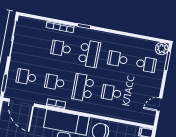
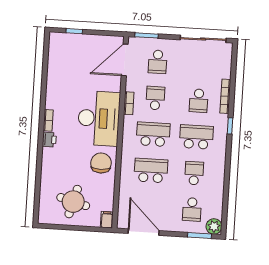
school desk: (61, 48) -> (199, 101), turned 180
school desk: (89, 54) -> (196, 137), turned 180
school desk: (26, 77) -> (158, 62), turned 180
school desk: (111, 93) -> (151, 171), width x1.85
door: (159, 105) -> (144, 232), width x1.88

